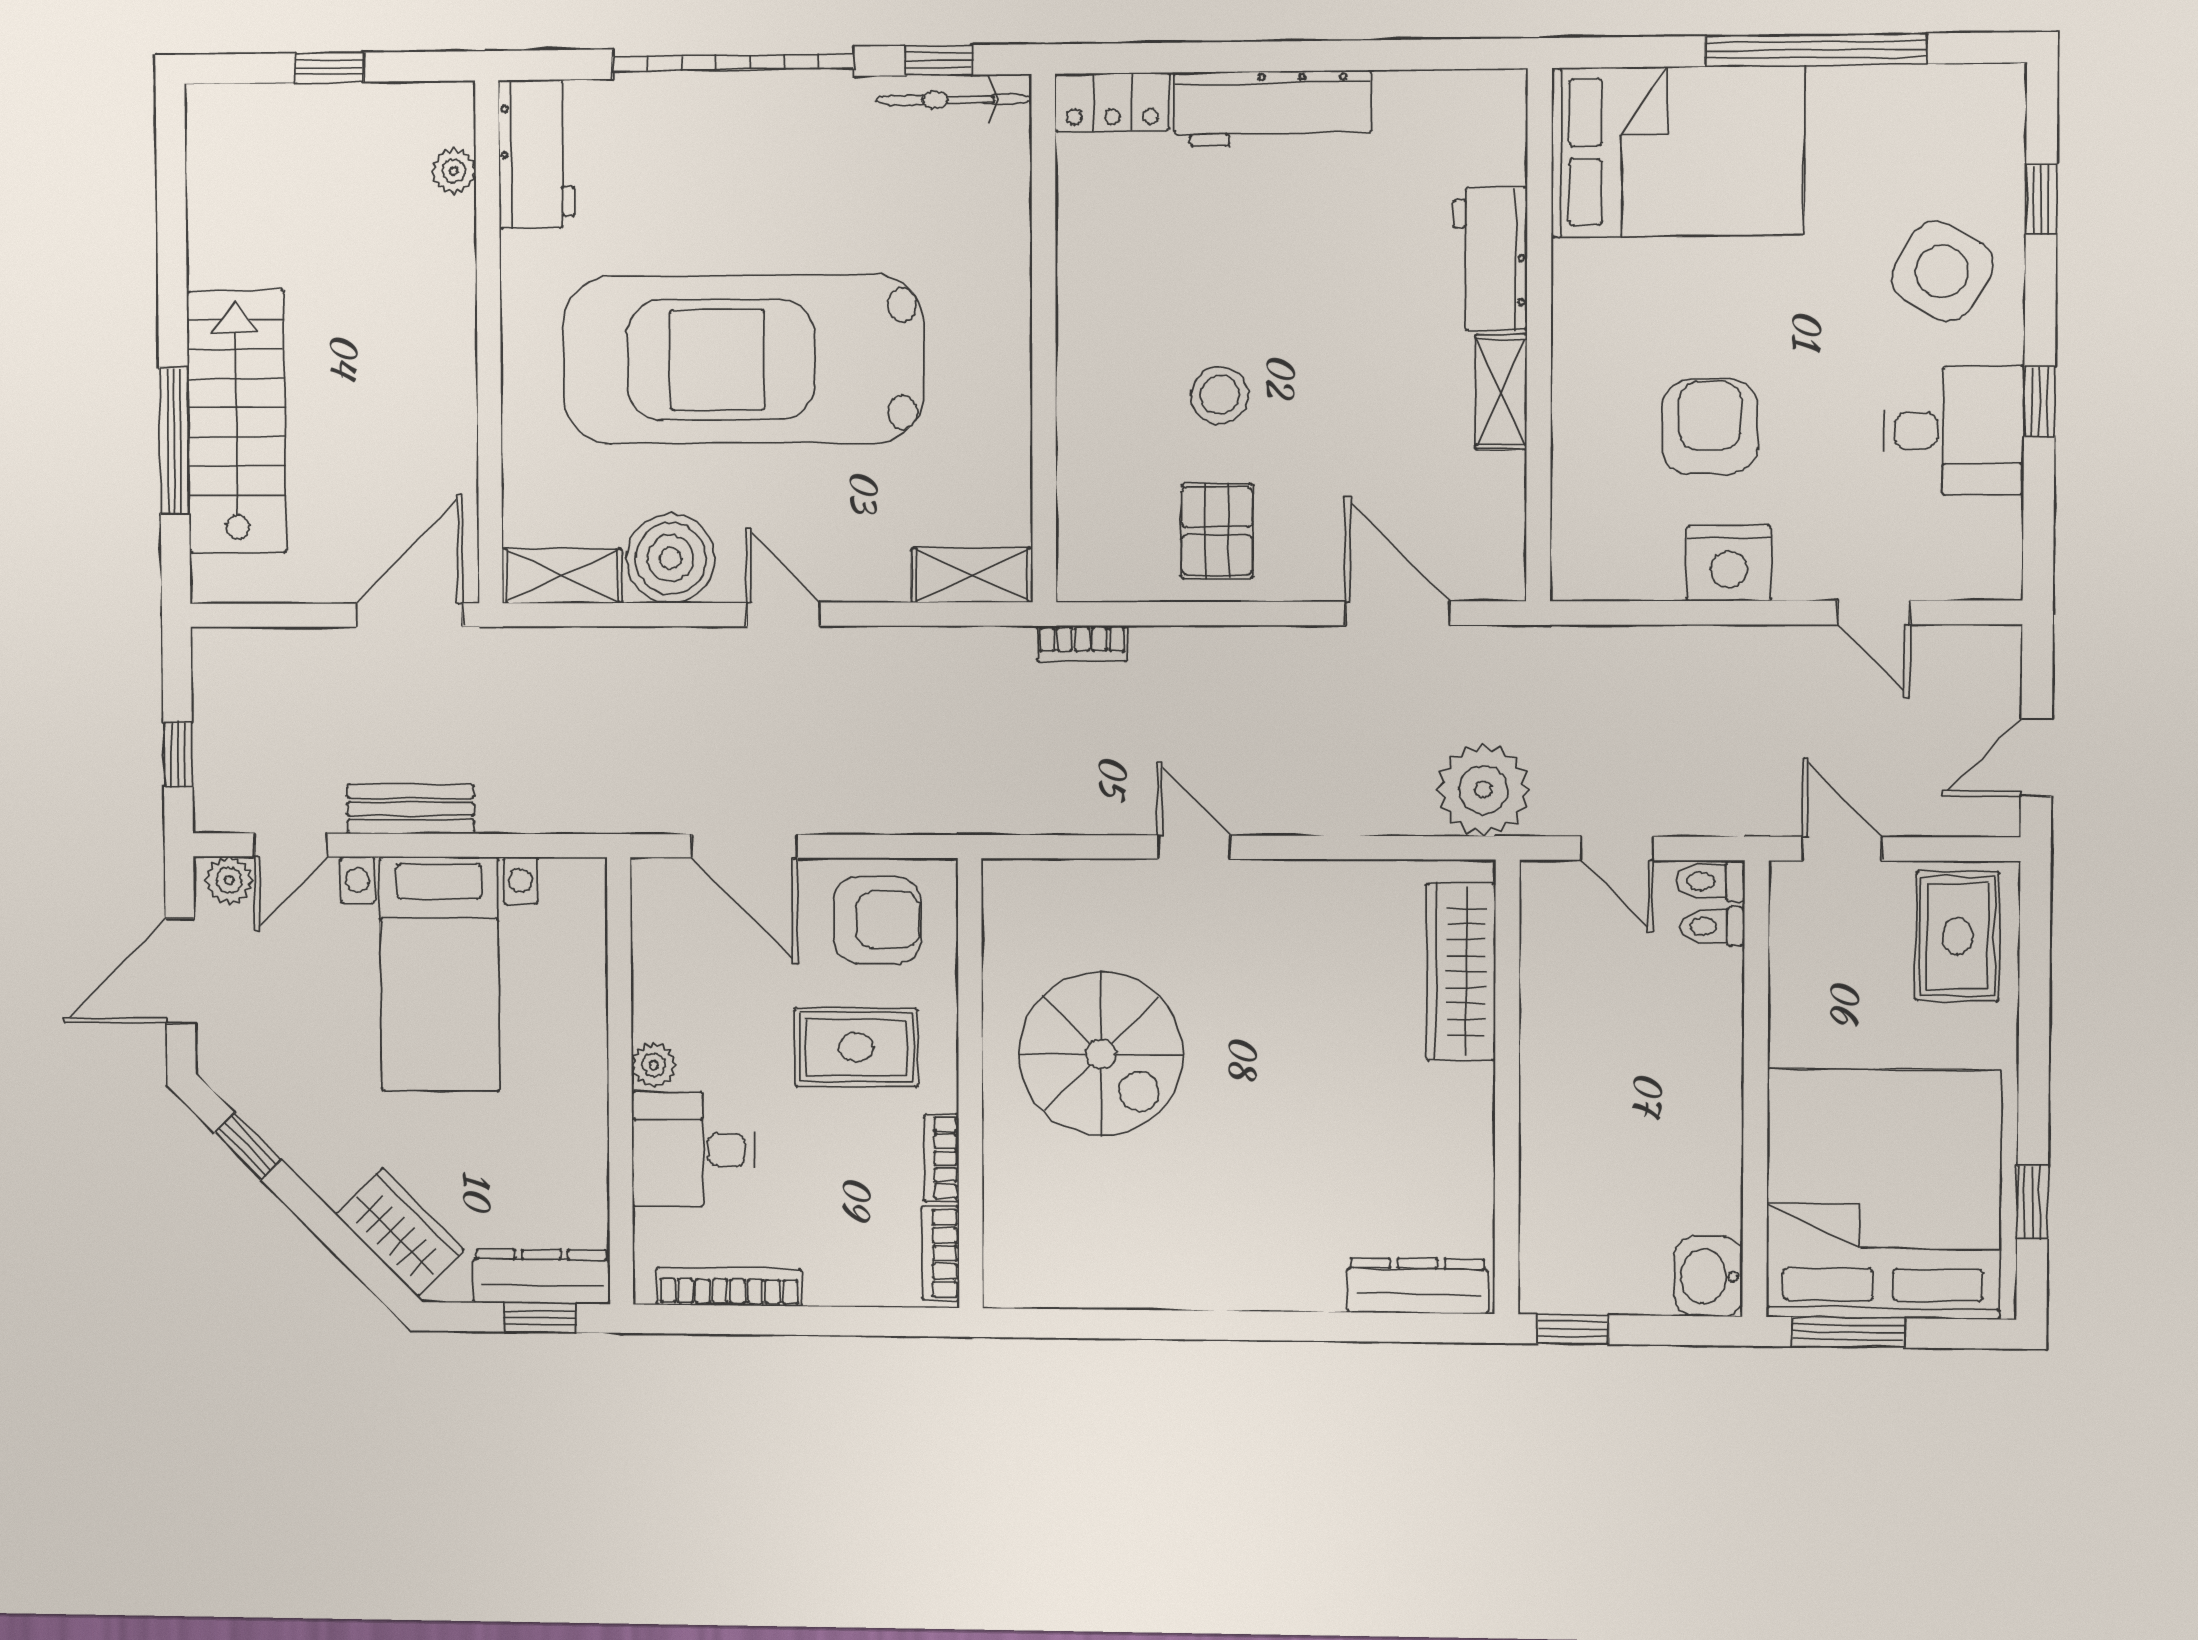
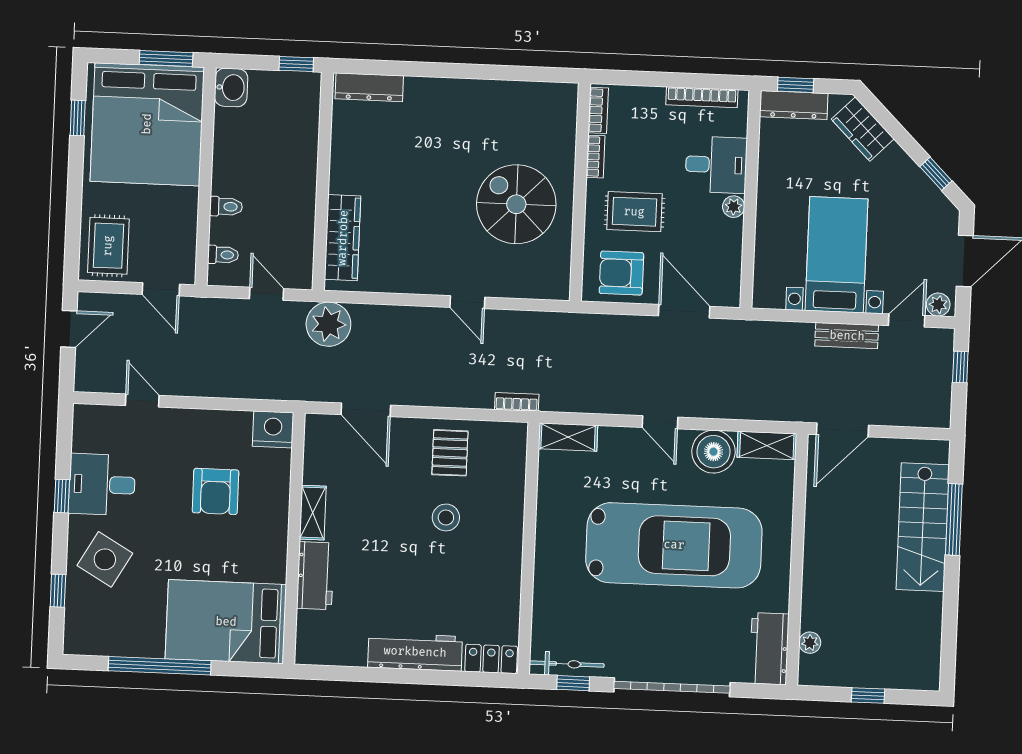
nightstand: (1729, 563) -> (273, 429), moved
toilet: (1710, 881) -> (226, 207), moved

